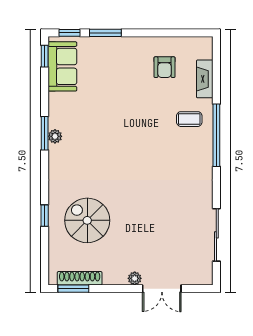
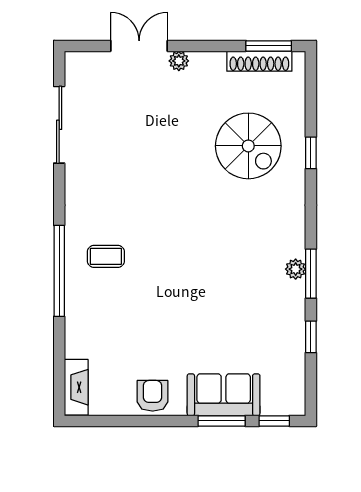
window: (45, 56) -> (311, 337), moved
sofa: (62, 66) -> (224, 395), moved, turned 90
armchair: (165, 67) -> (153, 396), moved
fireplace: (205, 79) -> (76, 387), moved
coffee table: (189, 119) -> (106, 256), moved

